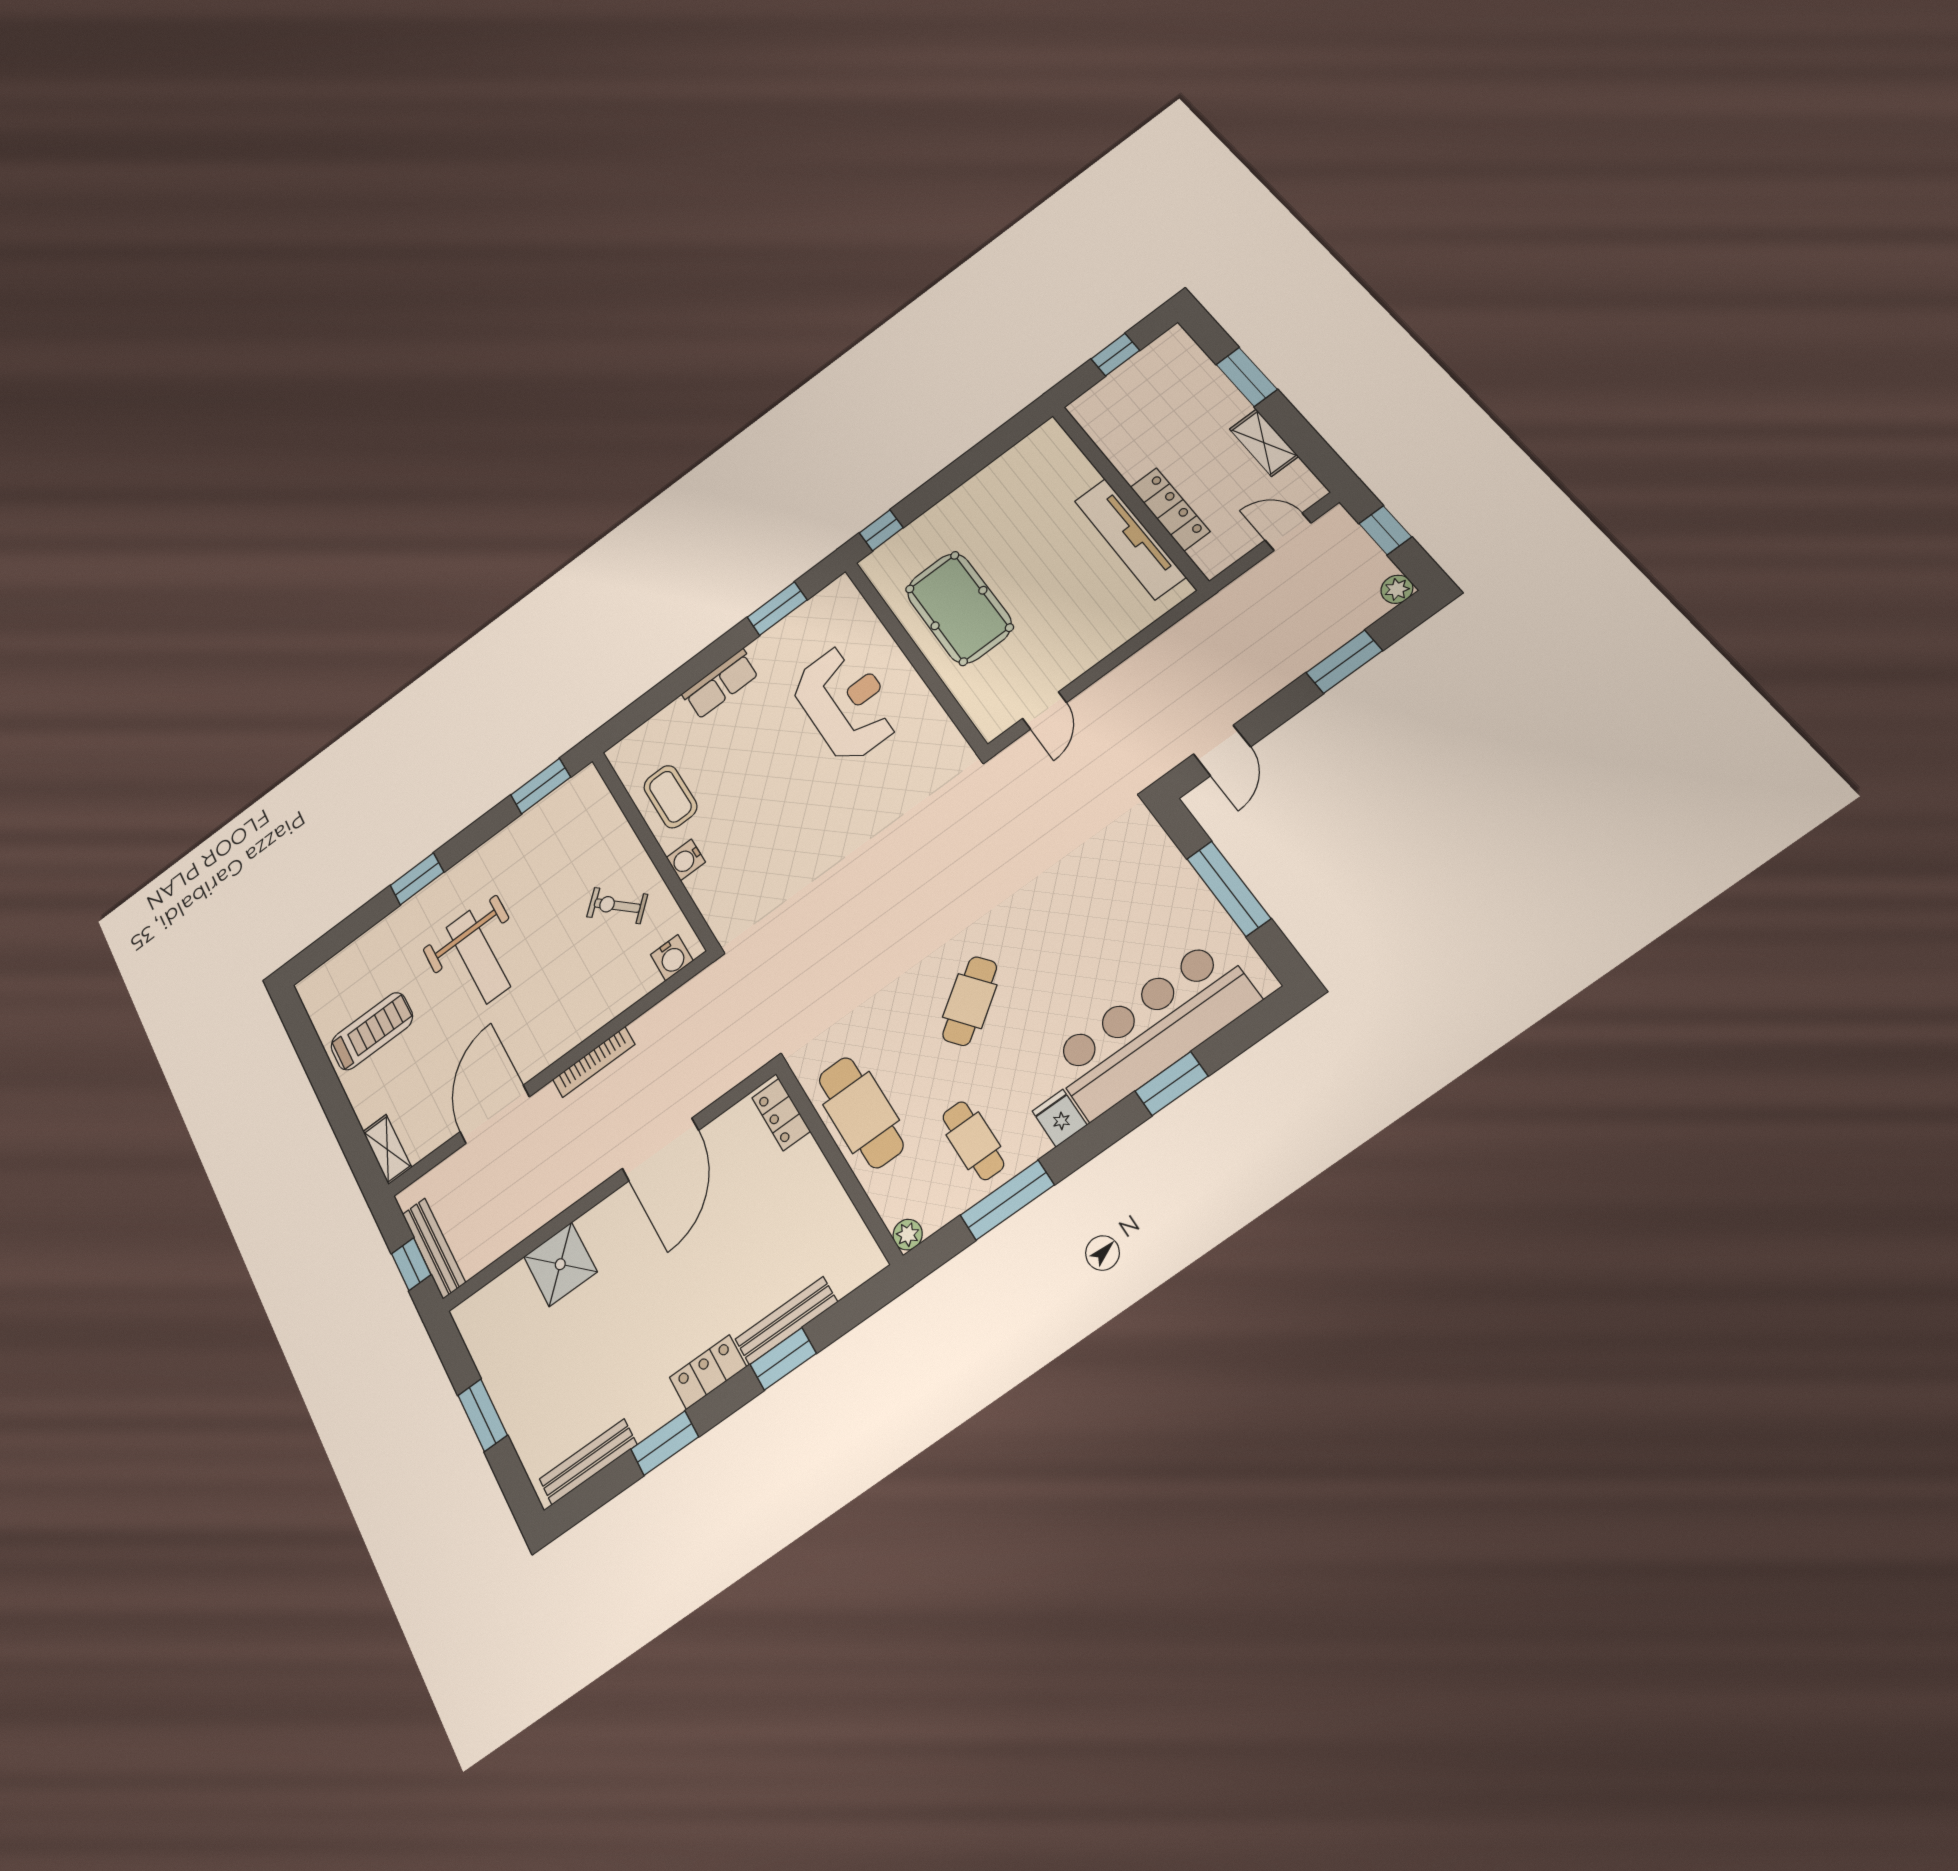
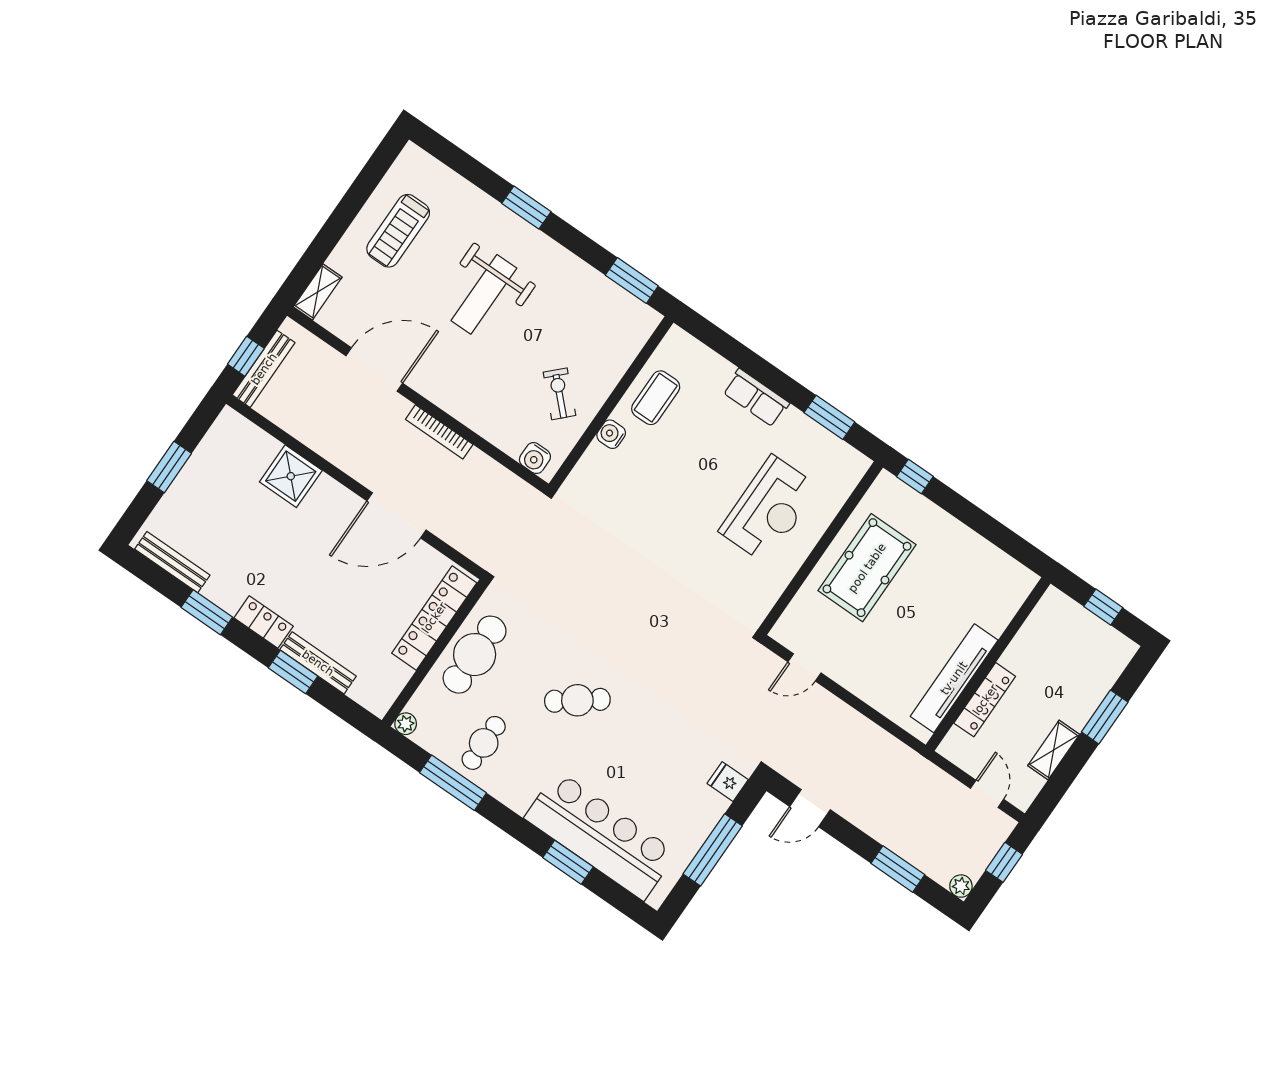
treadmill: (372, 1031) -> (398, 231), turned 90
locker: (781, 1114) -> (434, 618), width x2.16, depth x1.21
fridge: (1060, 1118) -> (728, 782), moved, turned -90

